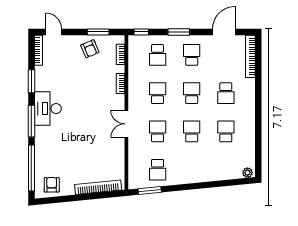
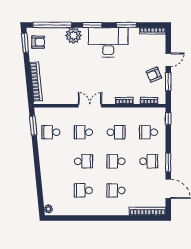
door: (54, 32) -> (168, 60), moved
window: (179, 32) -> (168, 162), moved
school desk: (192, 93) -> (116, 161), turned 180
desk: (48, 109) -> (108, 42), width x1.36, depth x1.30
window: (31, 121) -> (92, 25), width x0.69
school desk: (158, 131) -> (83, 132), turned 180
school desk: (226, 131) -> (83, 190), turned 180
plant: (44, 143) -> (74, 35), added
window: (52, 200) -> (25, 43), added

